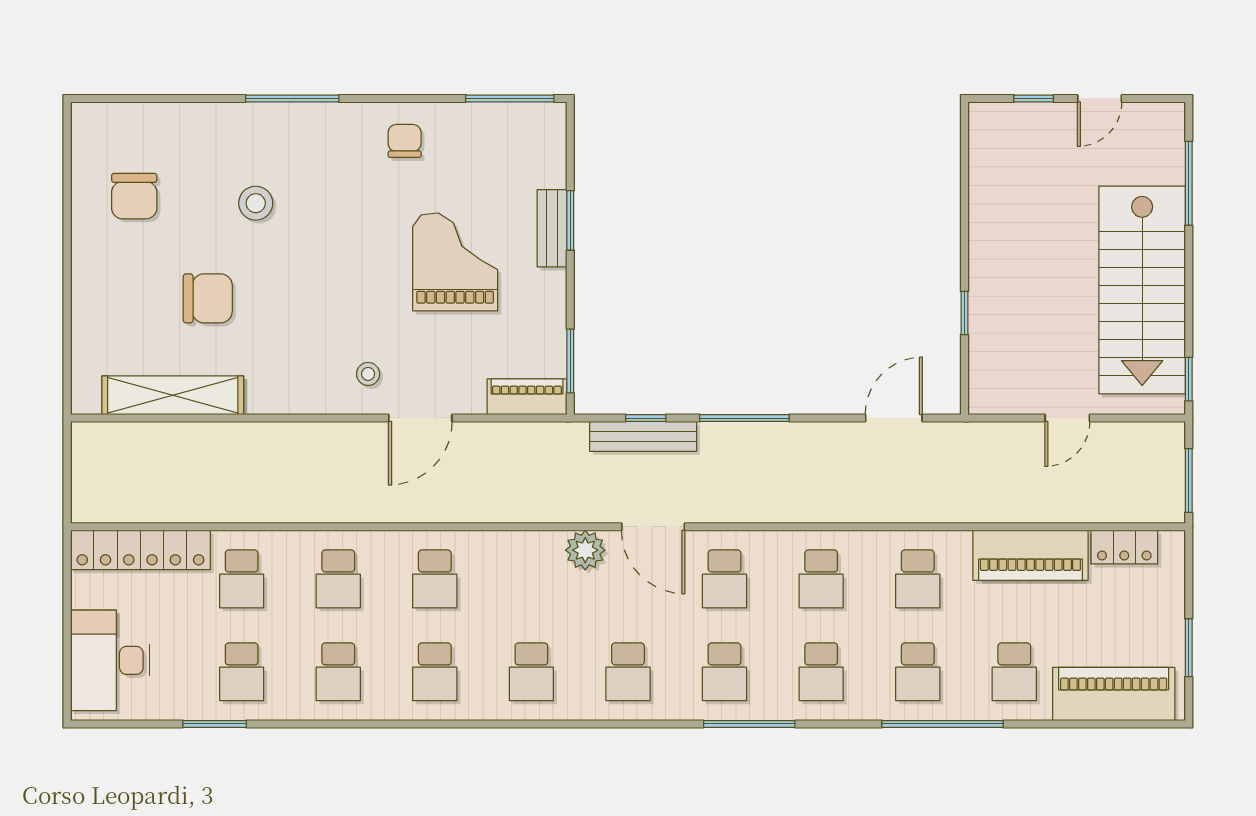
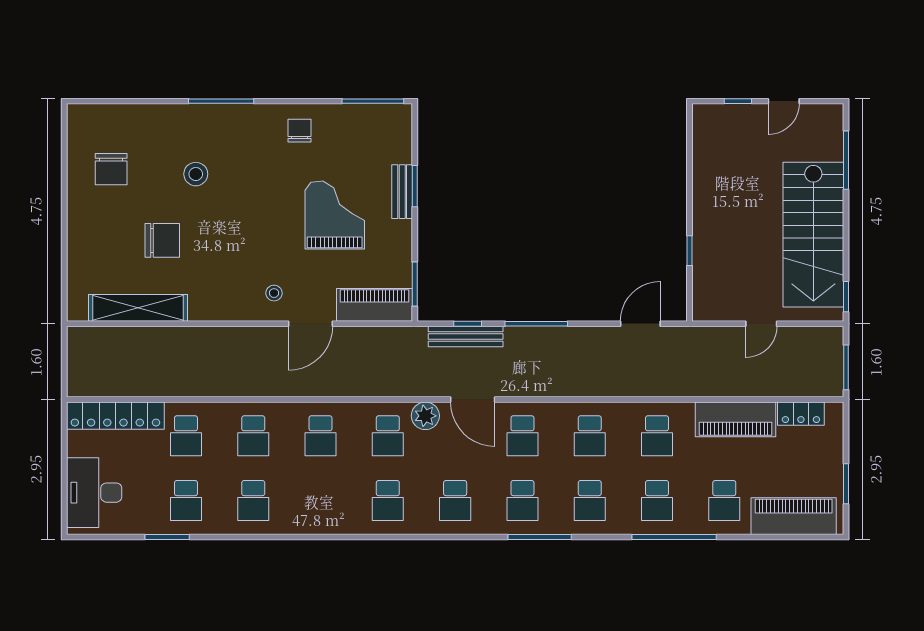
piano: (527, 397) -> (375, 305), width x1.37, depth x1.33
school desk: (435, 672) -> (388, 436), moved

